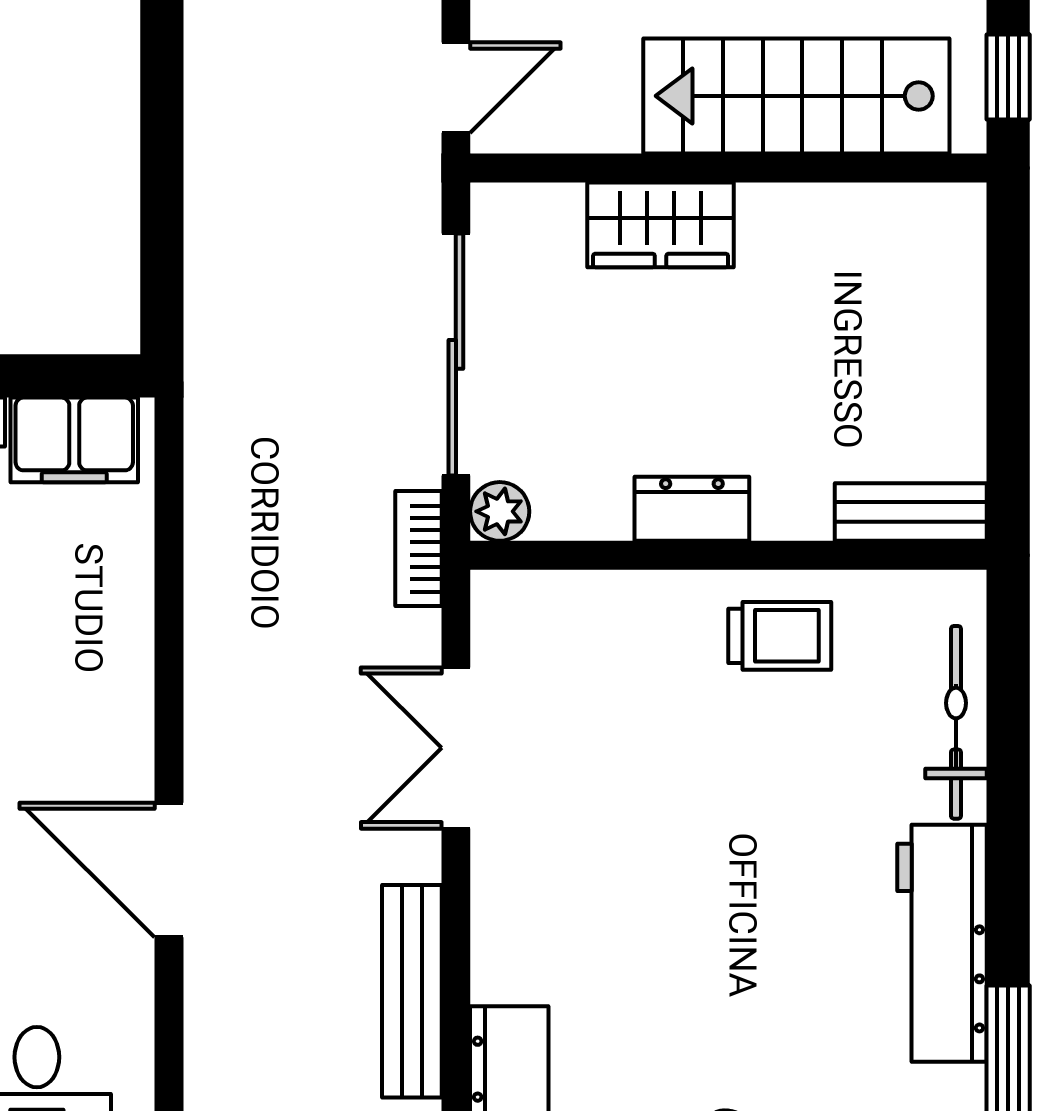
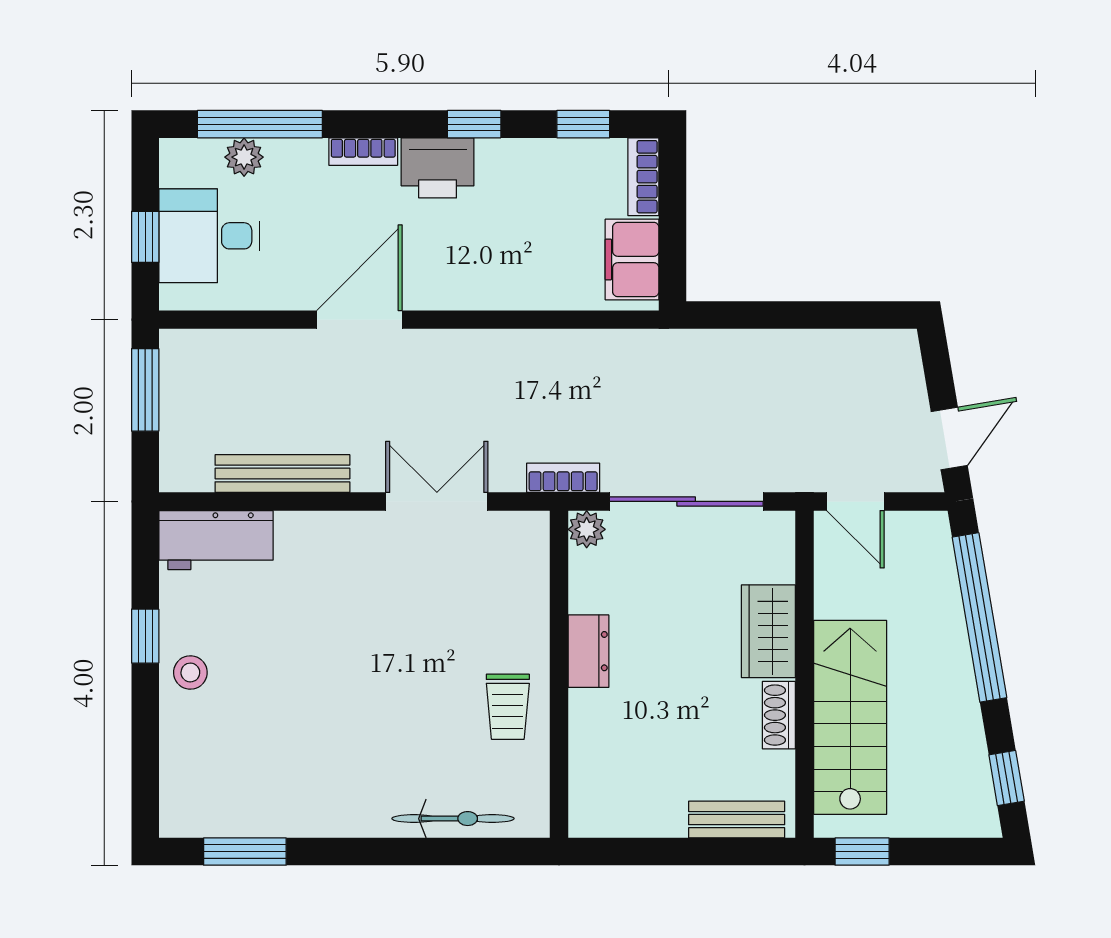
shoe rack: (793, 208) -> (779, 715), added
bench: (911, 512) -> (737, 820), moved, turned 90
workbench: (942, 943) -> (313, 810), removed

